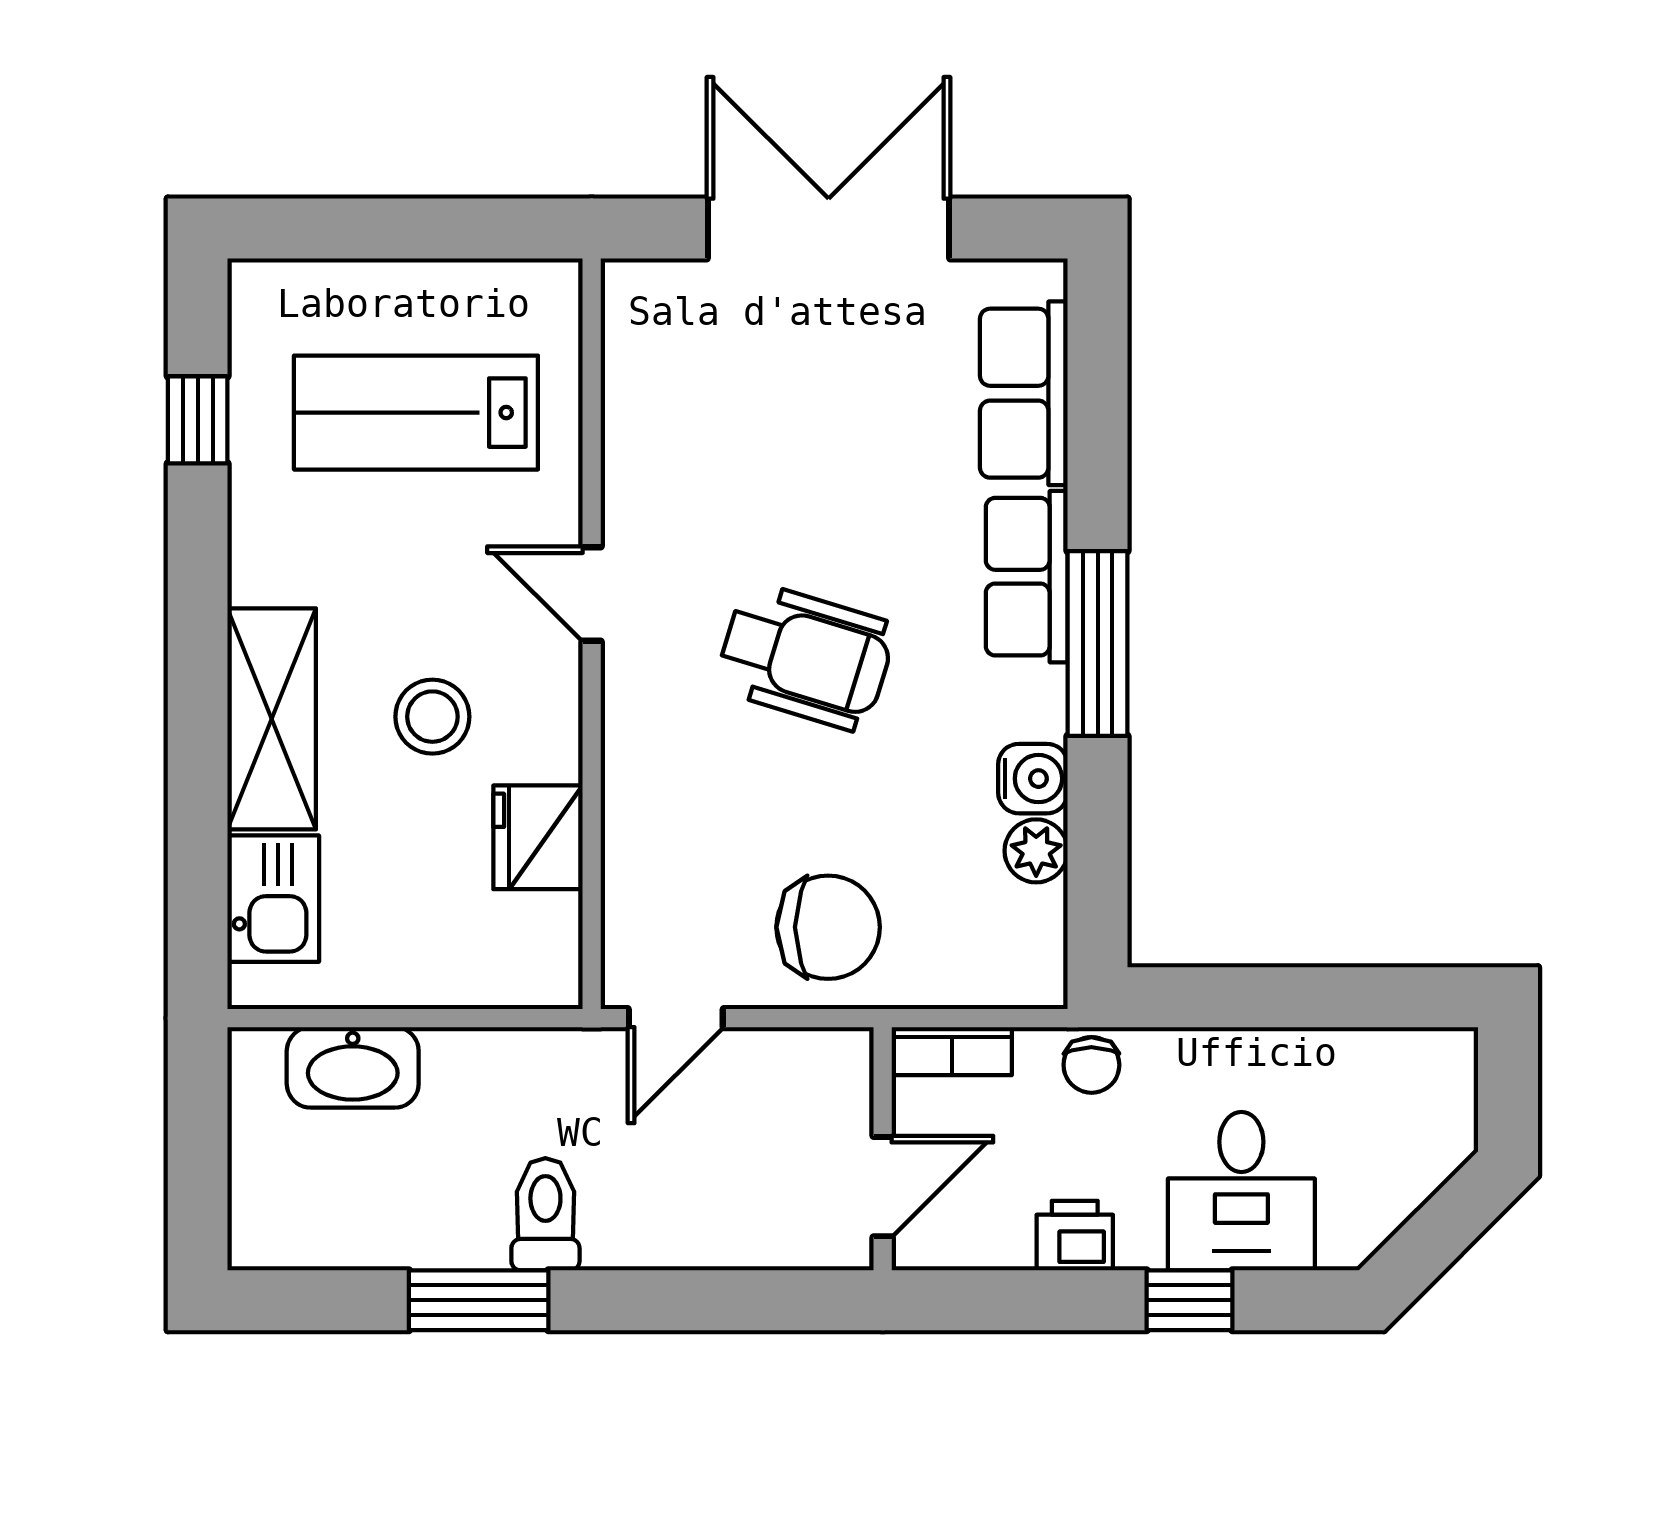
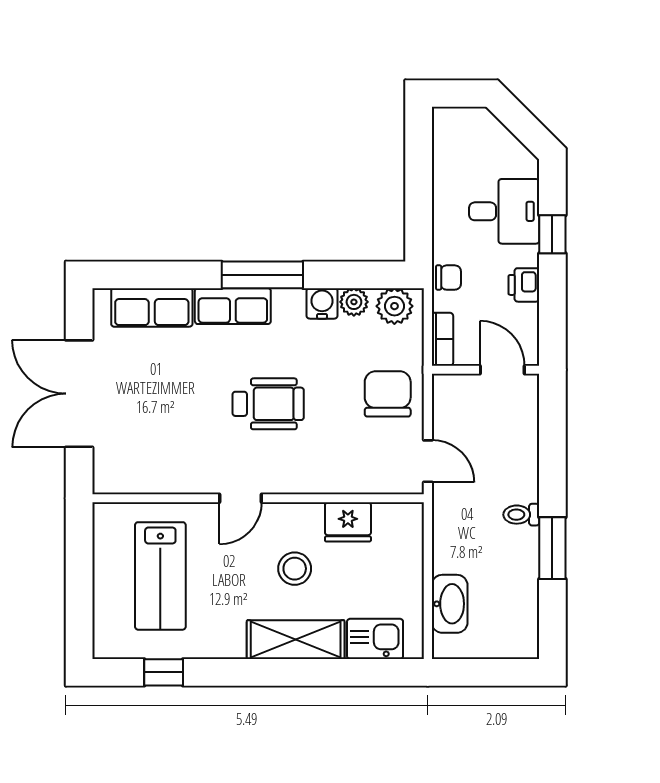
wheelchair: (805, 657) -> (268, 404), turned 73
plant: (1027, 943) -> (394, 306), added
toilet: (545, 1214) -> (521, 515), width x0.73, depth x0.72

